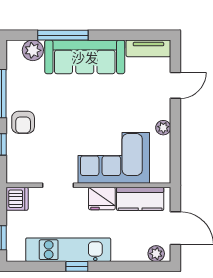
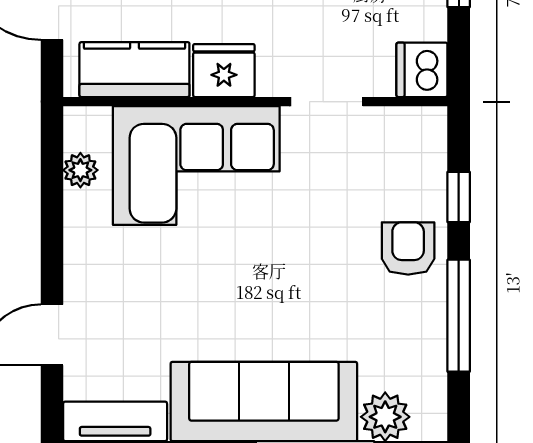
plant: (163, 128) -> (80, 170), moved

